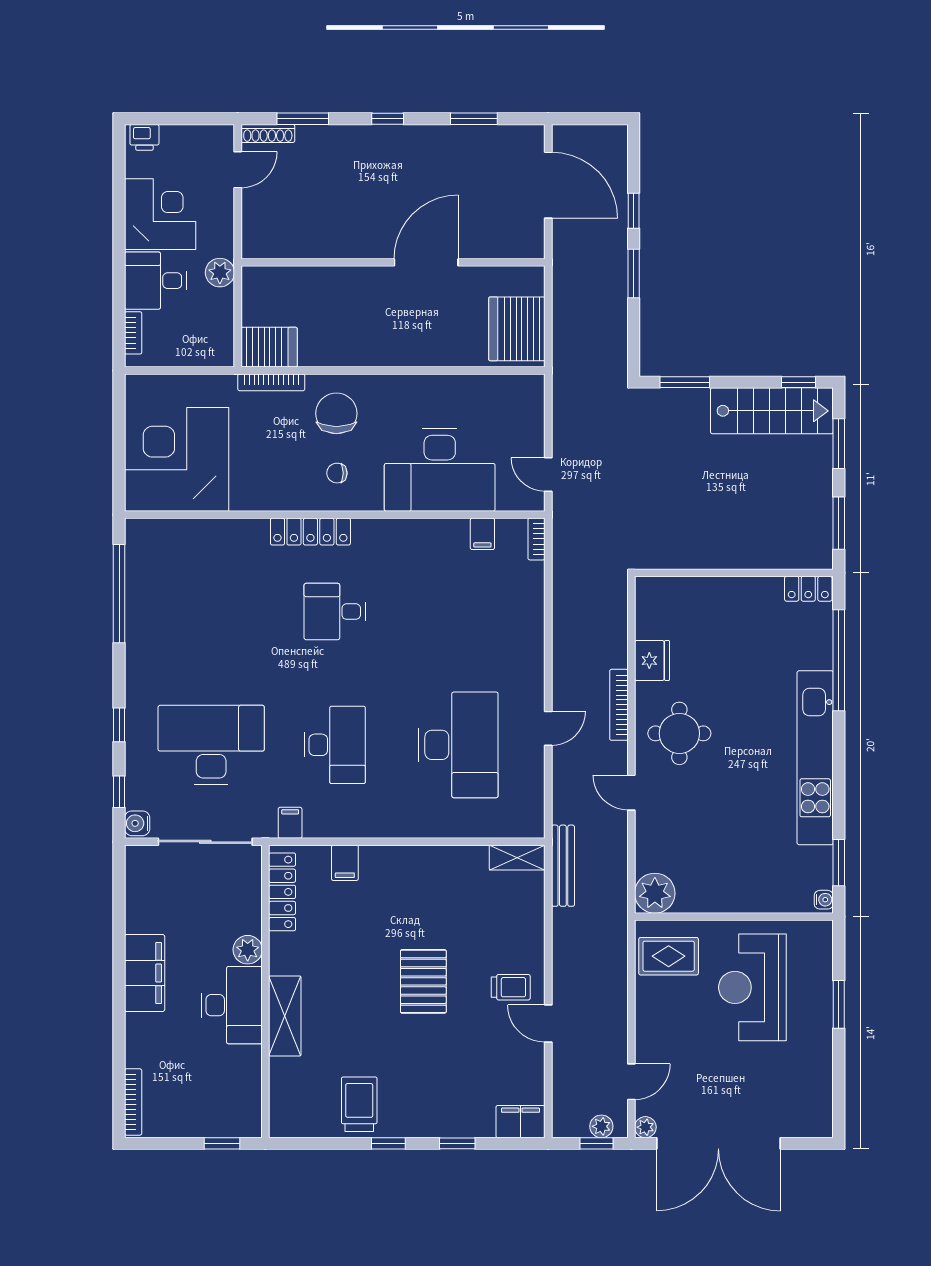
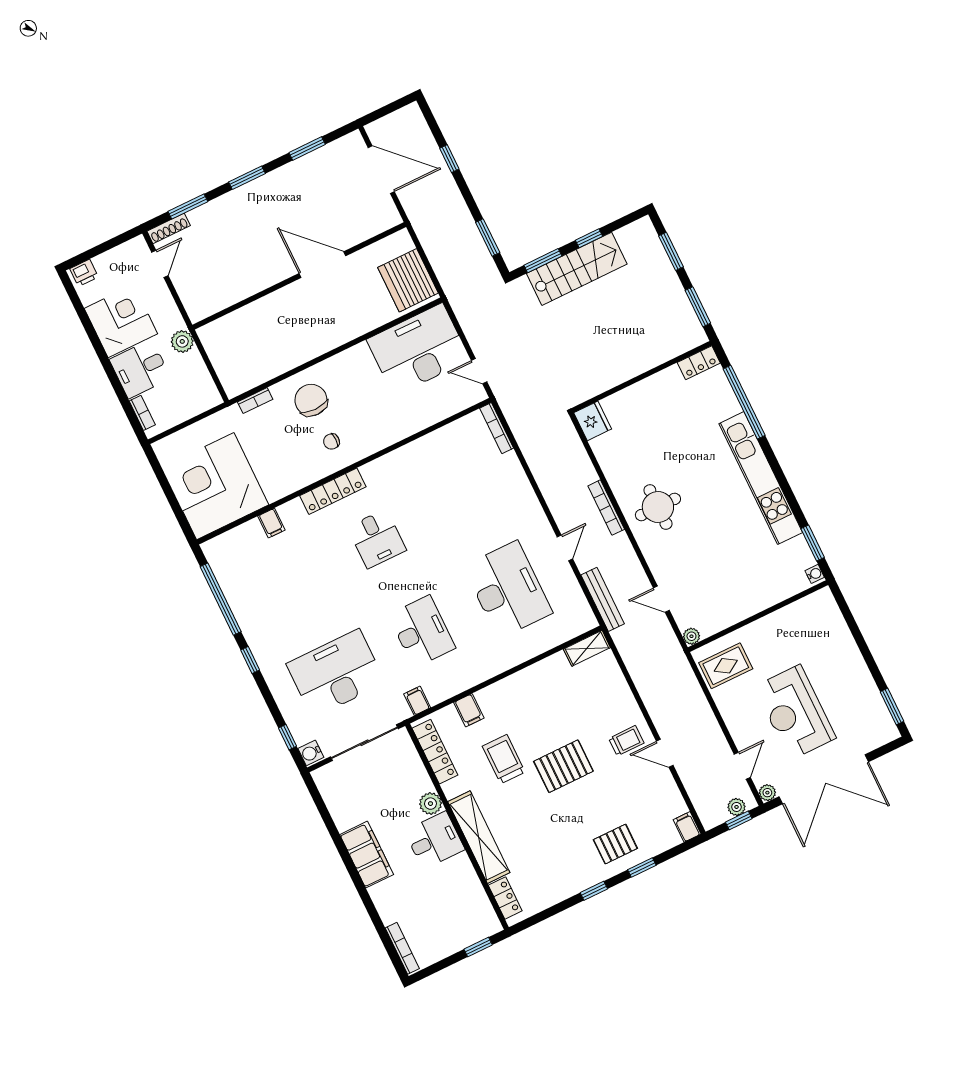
window: (388, 119) -> (247, 178), width x1.50
door: (426, 262) -> (322, 265), hinge flipped
window: (634, 274) -> (488, 237), moved
server rack: (269, 347) -> (242, 377), removed
bookcase: (271, 382) -> (255, 401), width x0.64
window: (799, 382) -> (589, 238), moved
stairs: (772, 411) -> (577, 269), moved
desk: (440, 470) -> (418, 350), moved, turned 180
filing cabinet: (482, 534) -> (271, 523), moved
bookcase: (536, 539) -> (497, 428), width x1.56
desk: (335, 612) -> (377, 539), turned -90
fridge: (652, 661) -> (593, 421), moved
window: (119, 725) -> (250, 660), moved
door: (631, 793) -> (661, 599), moved
bench: (563, 866) -> (603, 599), moved
plant: (655, 893) -> (691, 636), width x0.53, depth x0.53
pallet: (423, 981) -> (563, 766), turned 90
reception desk: (752, 987) -> (795, 712), moved
window: (839, 1004) -> (892, 706), moved
desk: (232, 1005) -> (435, 840), width x0.73
shelving: (285, 1016) -> (479, 837), width x1.47
pallet: (440, 1101) -> (615, 844), added
locker: (281, 1102) -> (505, 898), added
trolley: (359, 1104) -> (504, 759), moved
filing cabinet: (520, 1122) -> (687, 827), width x0.50

